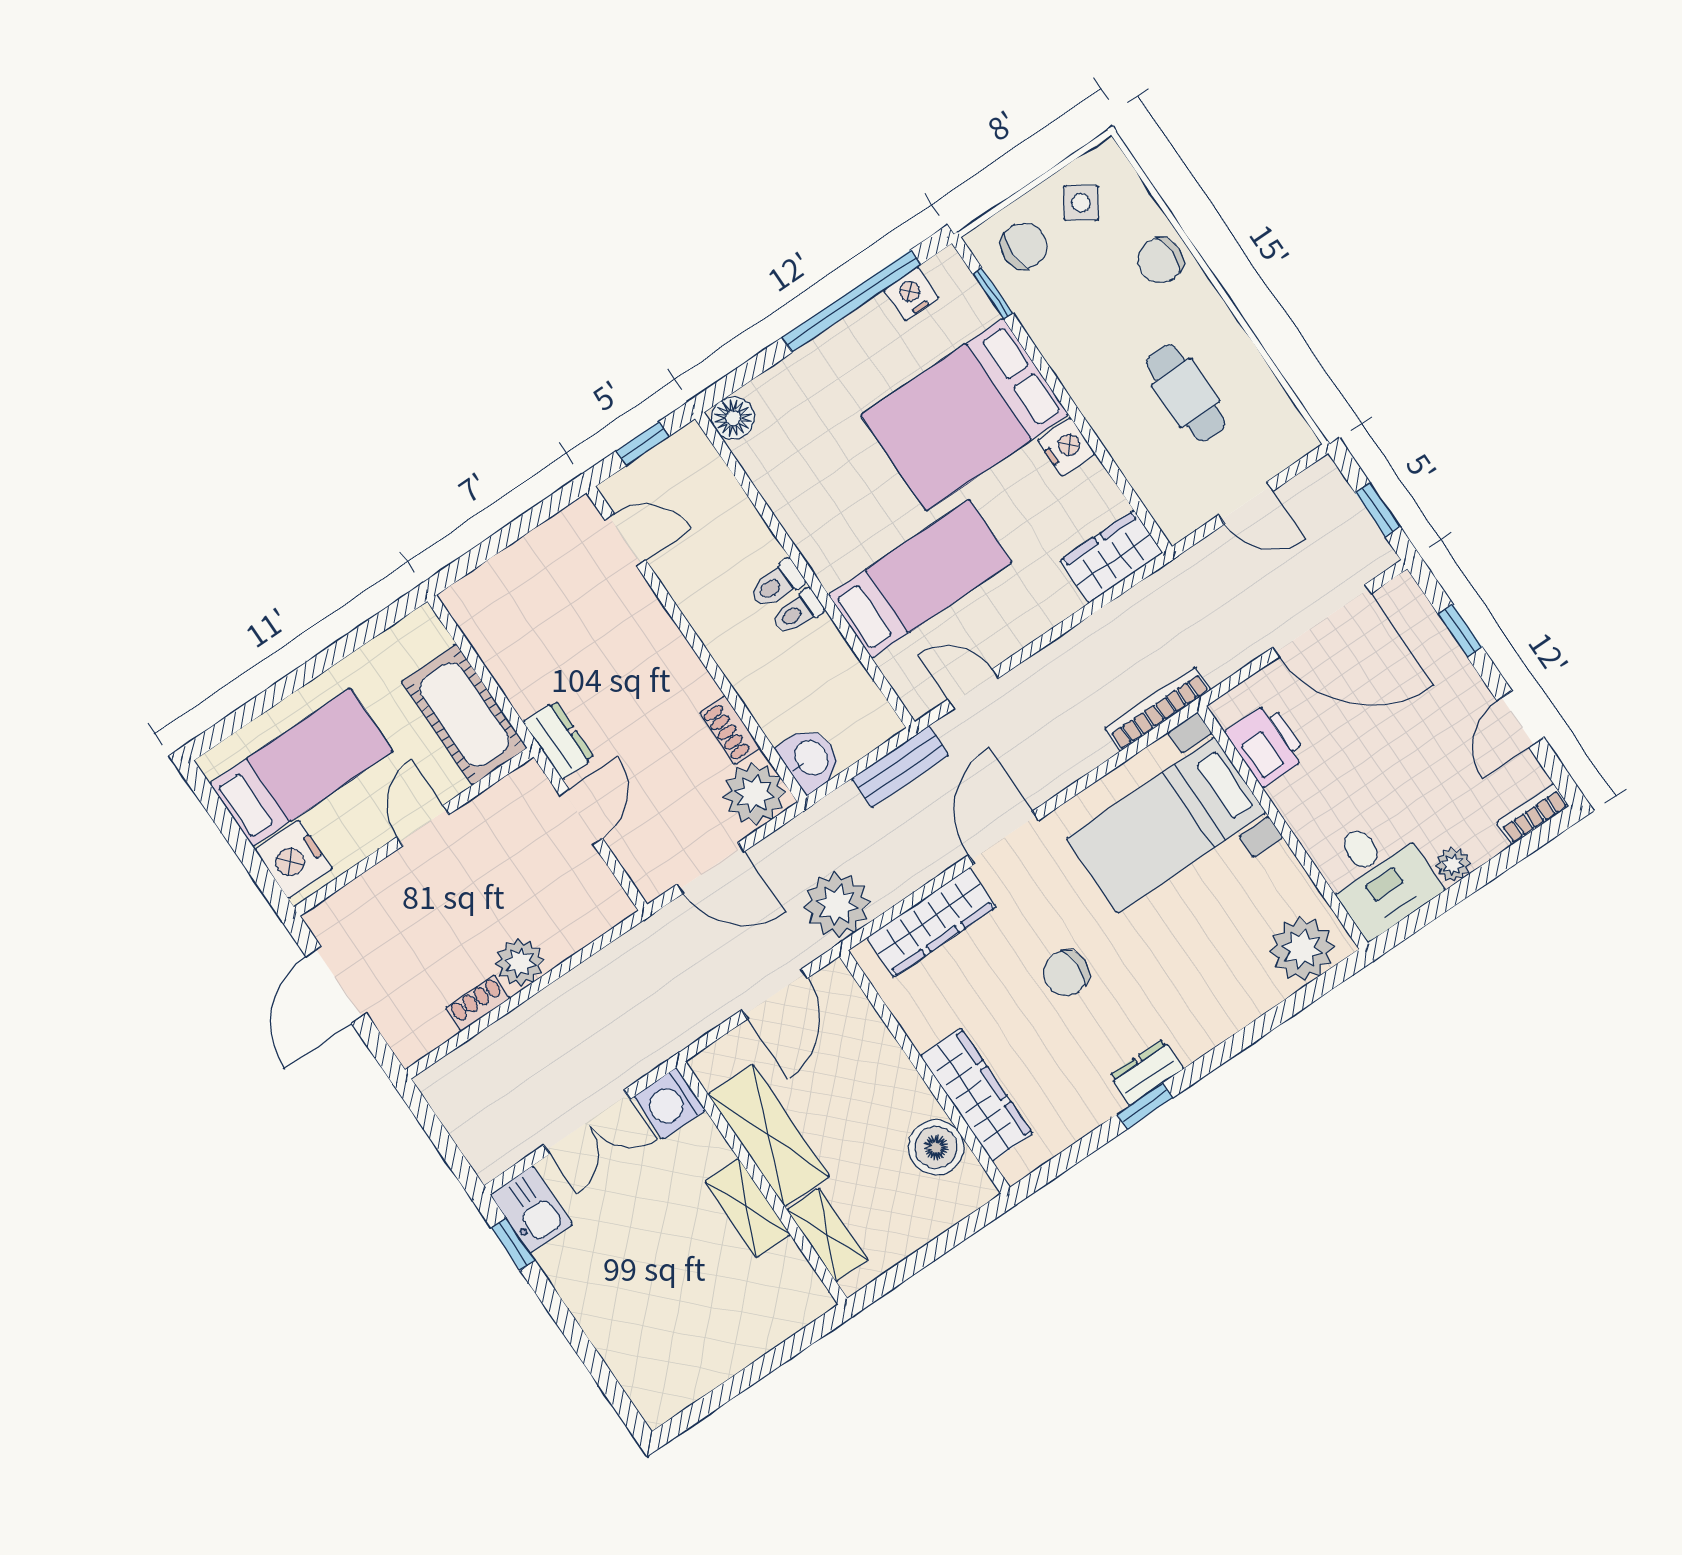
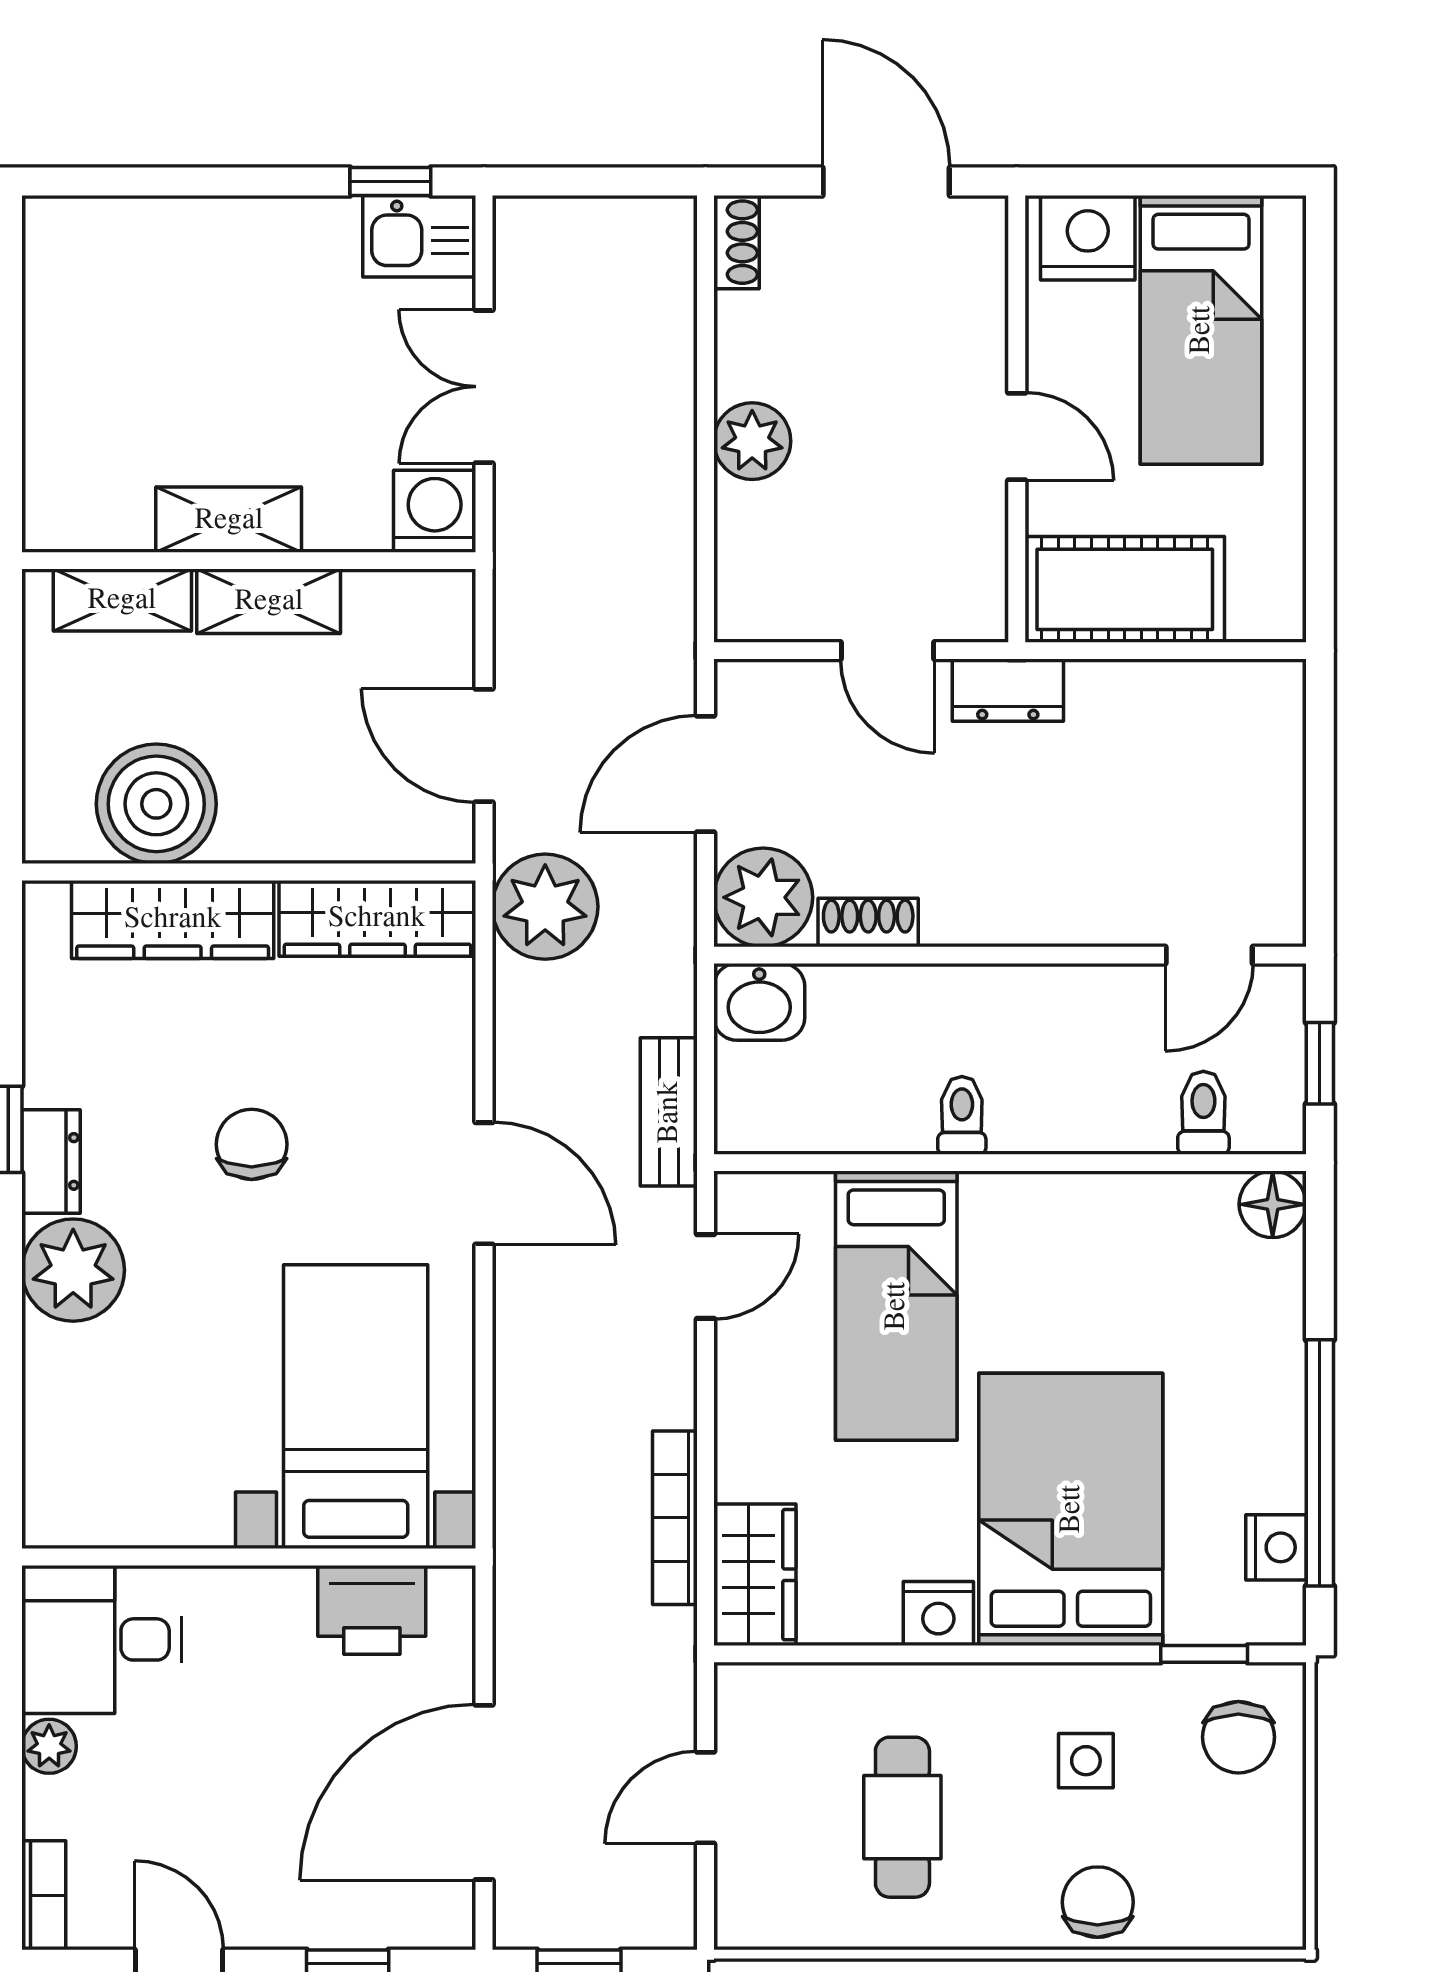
side table: (1081, 203) -> (1086, 1761), moved, turned -34
cafe table: (1186, 393) -> (902, 1817), turned 90
toilet: (776, 584) -> (1203, 1113), moved
bookcase: (1158, 709) -> (675, 1518), moved, turned 180
wardrobe: (931, 922) -> (377, 918), moved, turned -90
plant: (1302, 949) -> (73, 1270), moved
shoe rack: (478, 1003) -> (736, 242), moved
shelving: (769, 1135) -> (269, 601), width x0.67, depth x0.75
boiler: (936, 1147) -> (156, 804), width x1.37, depth x1.37

